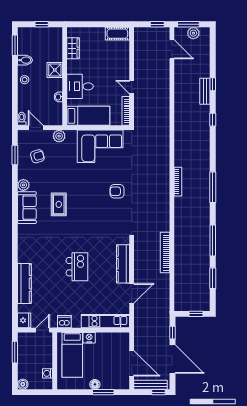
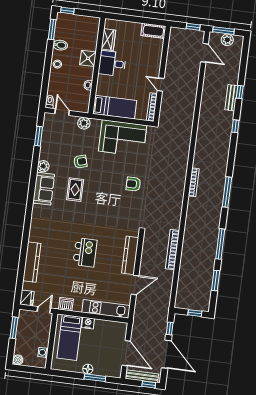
window: (42, 24) -> (67, 11), moved
desk: (80, 86) -> (112, 63), moved
armchair: (37, 156) -> (80, 162), moved

